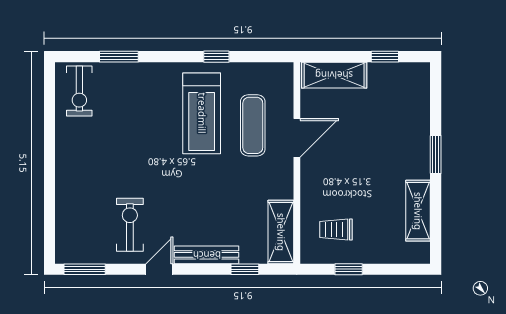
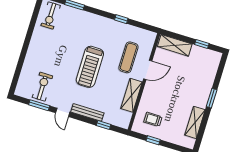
treadmill: (202, 113) -> (90, 67), moved
exercise bike: (130, 225) -> (42, 87), moved
shelving: (281, 232) -> (132, 95), moved
window: (85, 269) -> (39, 105), moved
door: (159, 269) -> (63, 112), swing flipped

